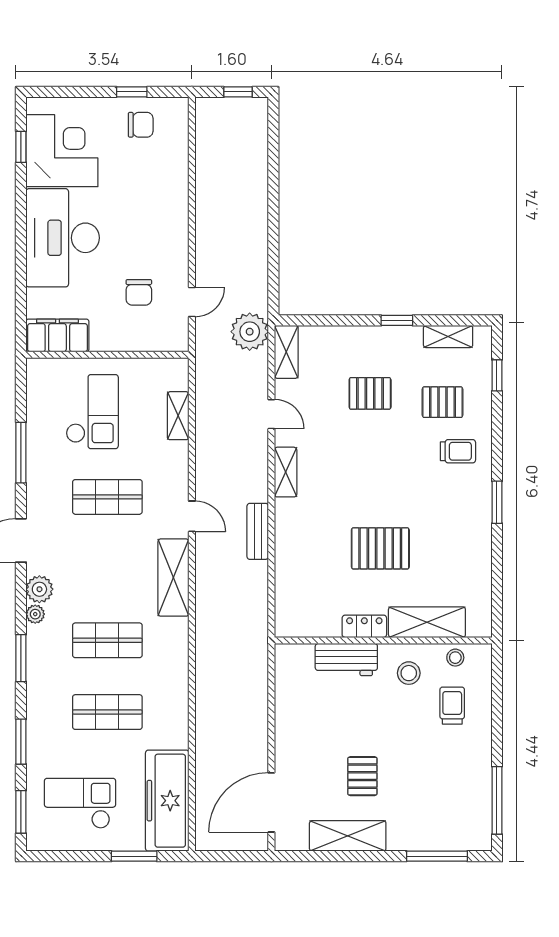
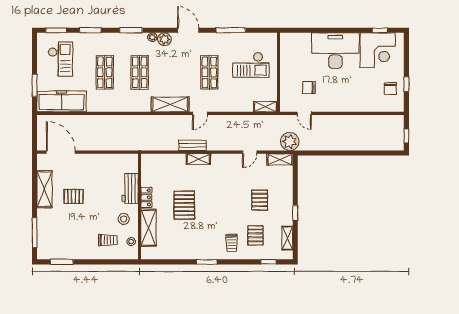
filing cabinet: (57, 335) -> (288, 48), removed
shelving: (178, 416) -> (265, 107), moved
shelving: (286, 472) -> (198, 159), moved
window: (497, 800) -> (62, 262), width x0.69

